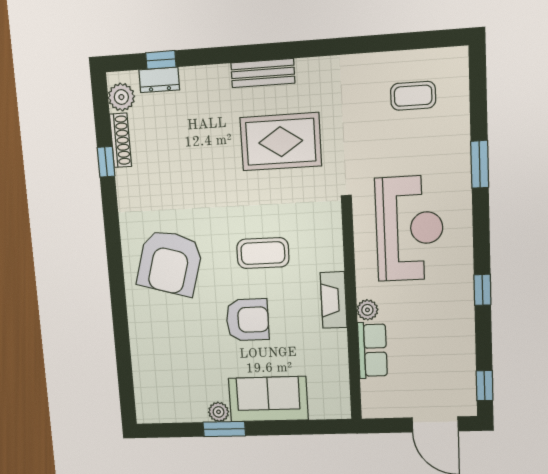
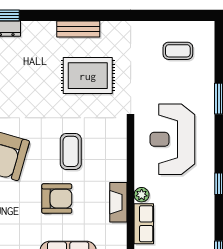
reception desk: (409, 228) -> (172, 139), turned 180
coffee table: (263, 253) -> (71, 151), turned 90
fireplace: (334, 300) -> (118, 202), moved

